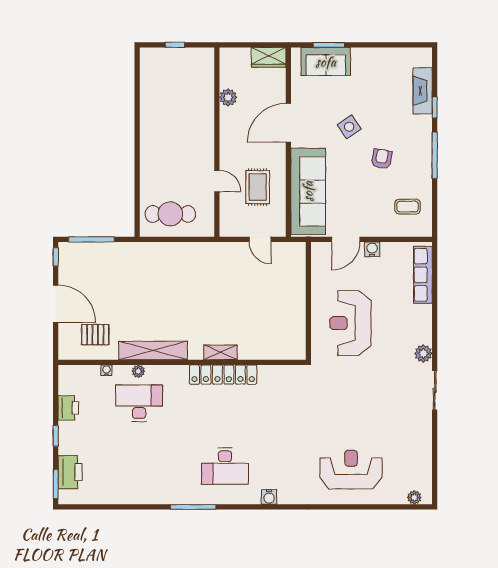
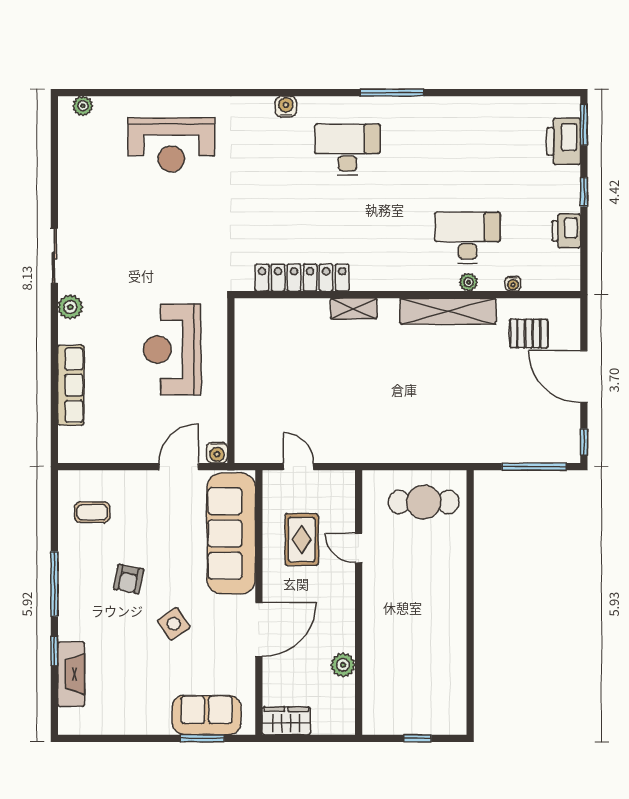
water cooler: (372, 249) -> (217, 453), moved
row of seats: (423, 275) -> (71, 385), moved
reception desk: (350, 323) -> (172, 350), turned 180
locker: (223, 375) -> (302, 278), moved
desk: (139, 403) -> (467, 238), turned 180

